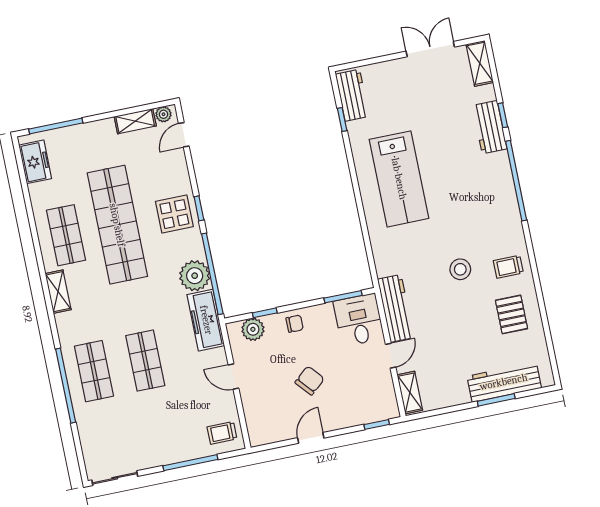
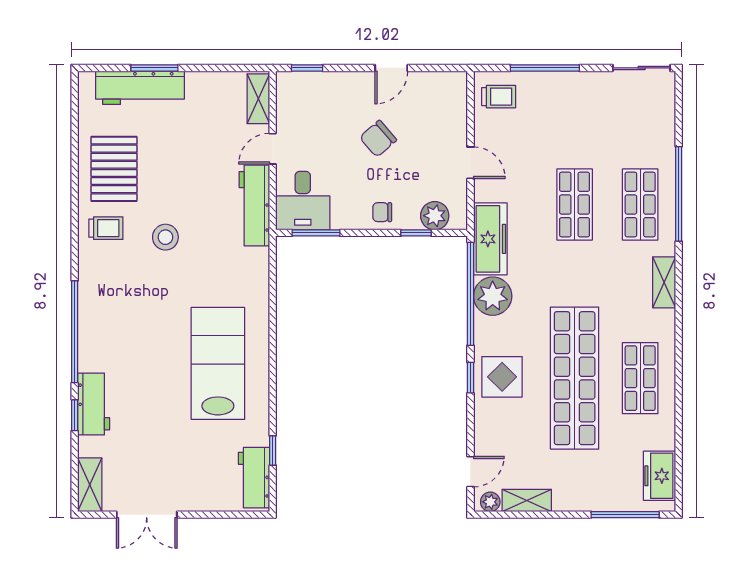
shelving: (58, 292) -> (664, 282), moved
pallet: (511, 314) -> (114, 169), width x1.50, depth x1.42

